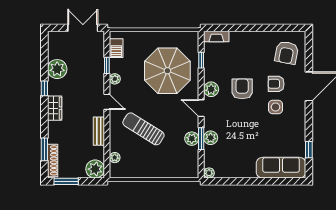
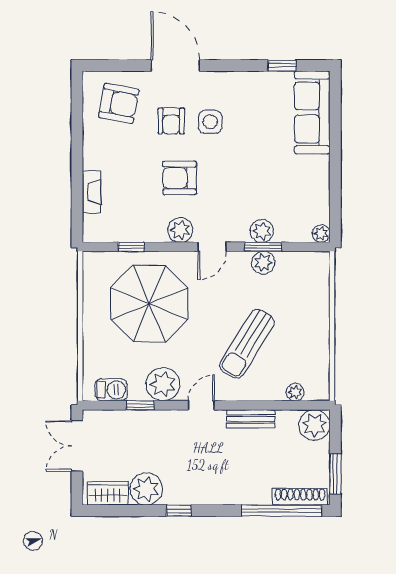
fireplace: (216, 36) -> (91, 192), moved
plant: (115, 79) -> (163, 384), width x1.88, depth x1.88
wardrobe: (55, 108) -> (108, 493), moved
window: (44, 149) -> (281, 511), width x2.11

